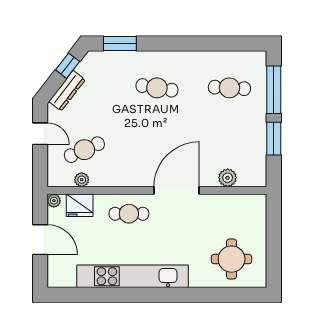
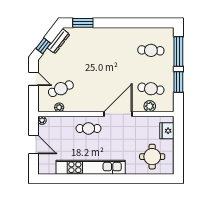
window: (68, 66) -> (43, 46), moved
cafe table: (157, 88) -> (151, 89), moved
dresser: (67, 91) -> (59, 41), moved
fridge: (80, 205) -> (167, 131), moved, turned 90

